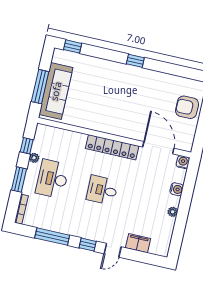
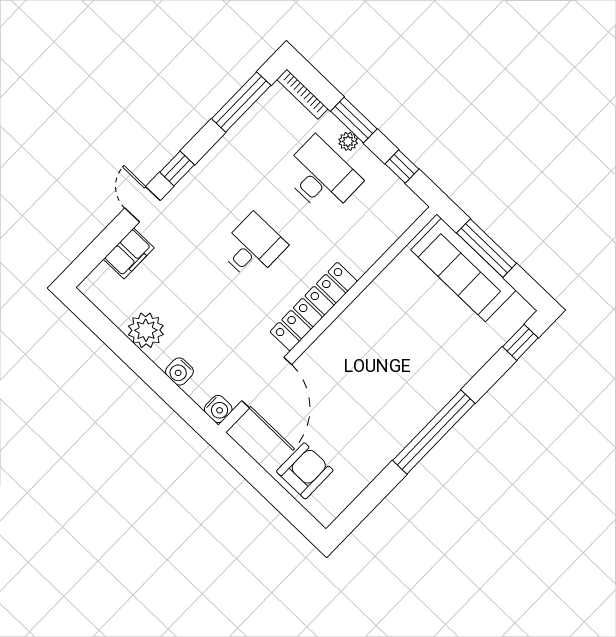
window: (135, 61) -> (434, 432), width x3.17
door: (158, 148) -> (267, 383), hinge flipped
plant: (34, 158) -> (348, 141), moved
plant: (173, 212) -> (146, 330), width x1.88, depth x1.88
window: (52, 237) -> (241, 102), moved

